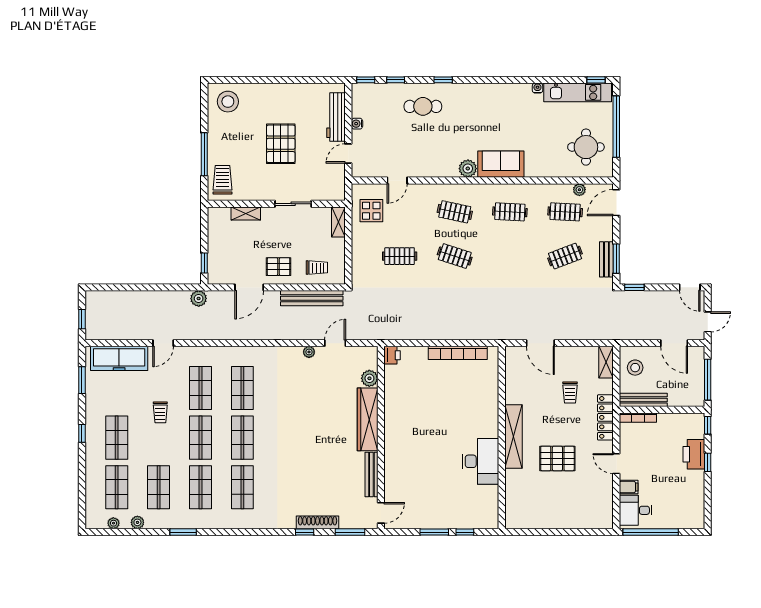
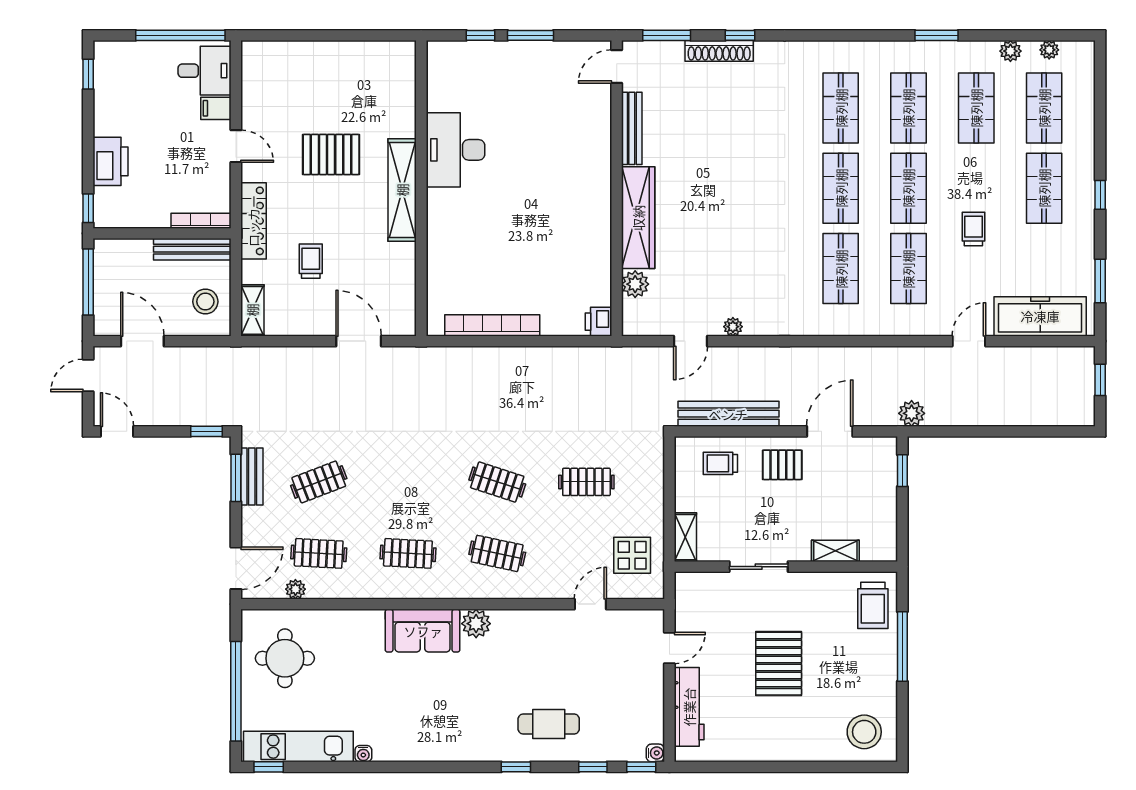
water cooler: (357, 124) -> (655, 753), moved
window: (708, 462) -> (88, 74), moved

